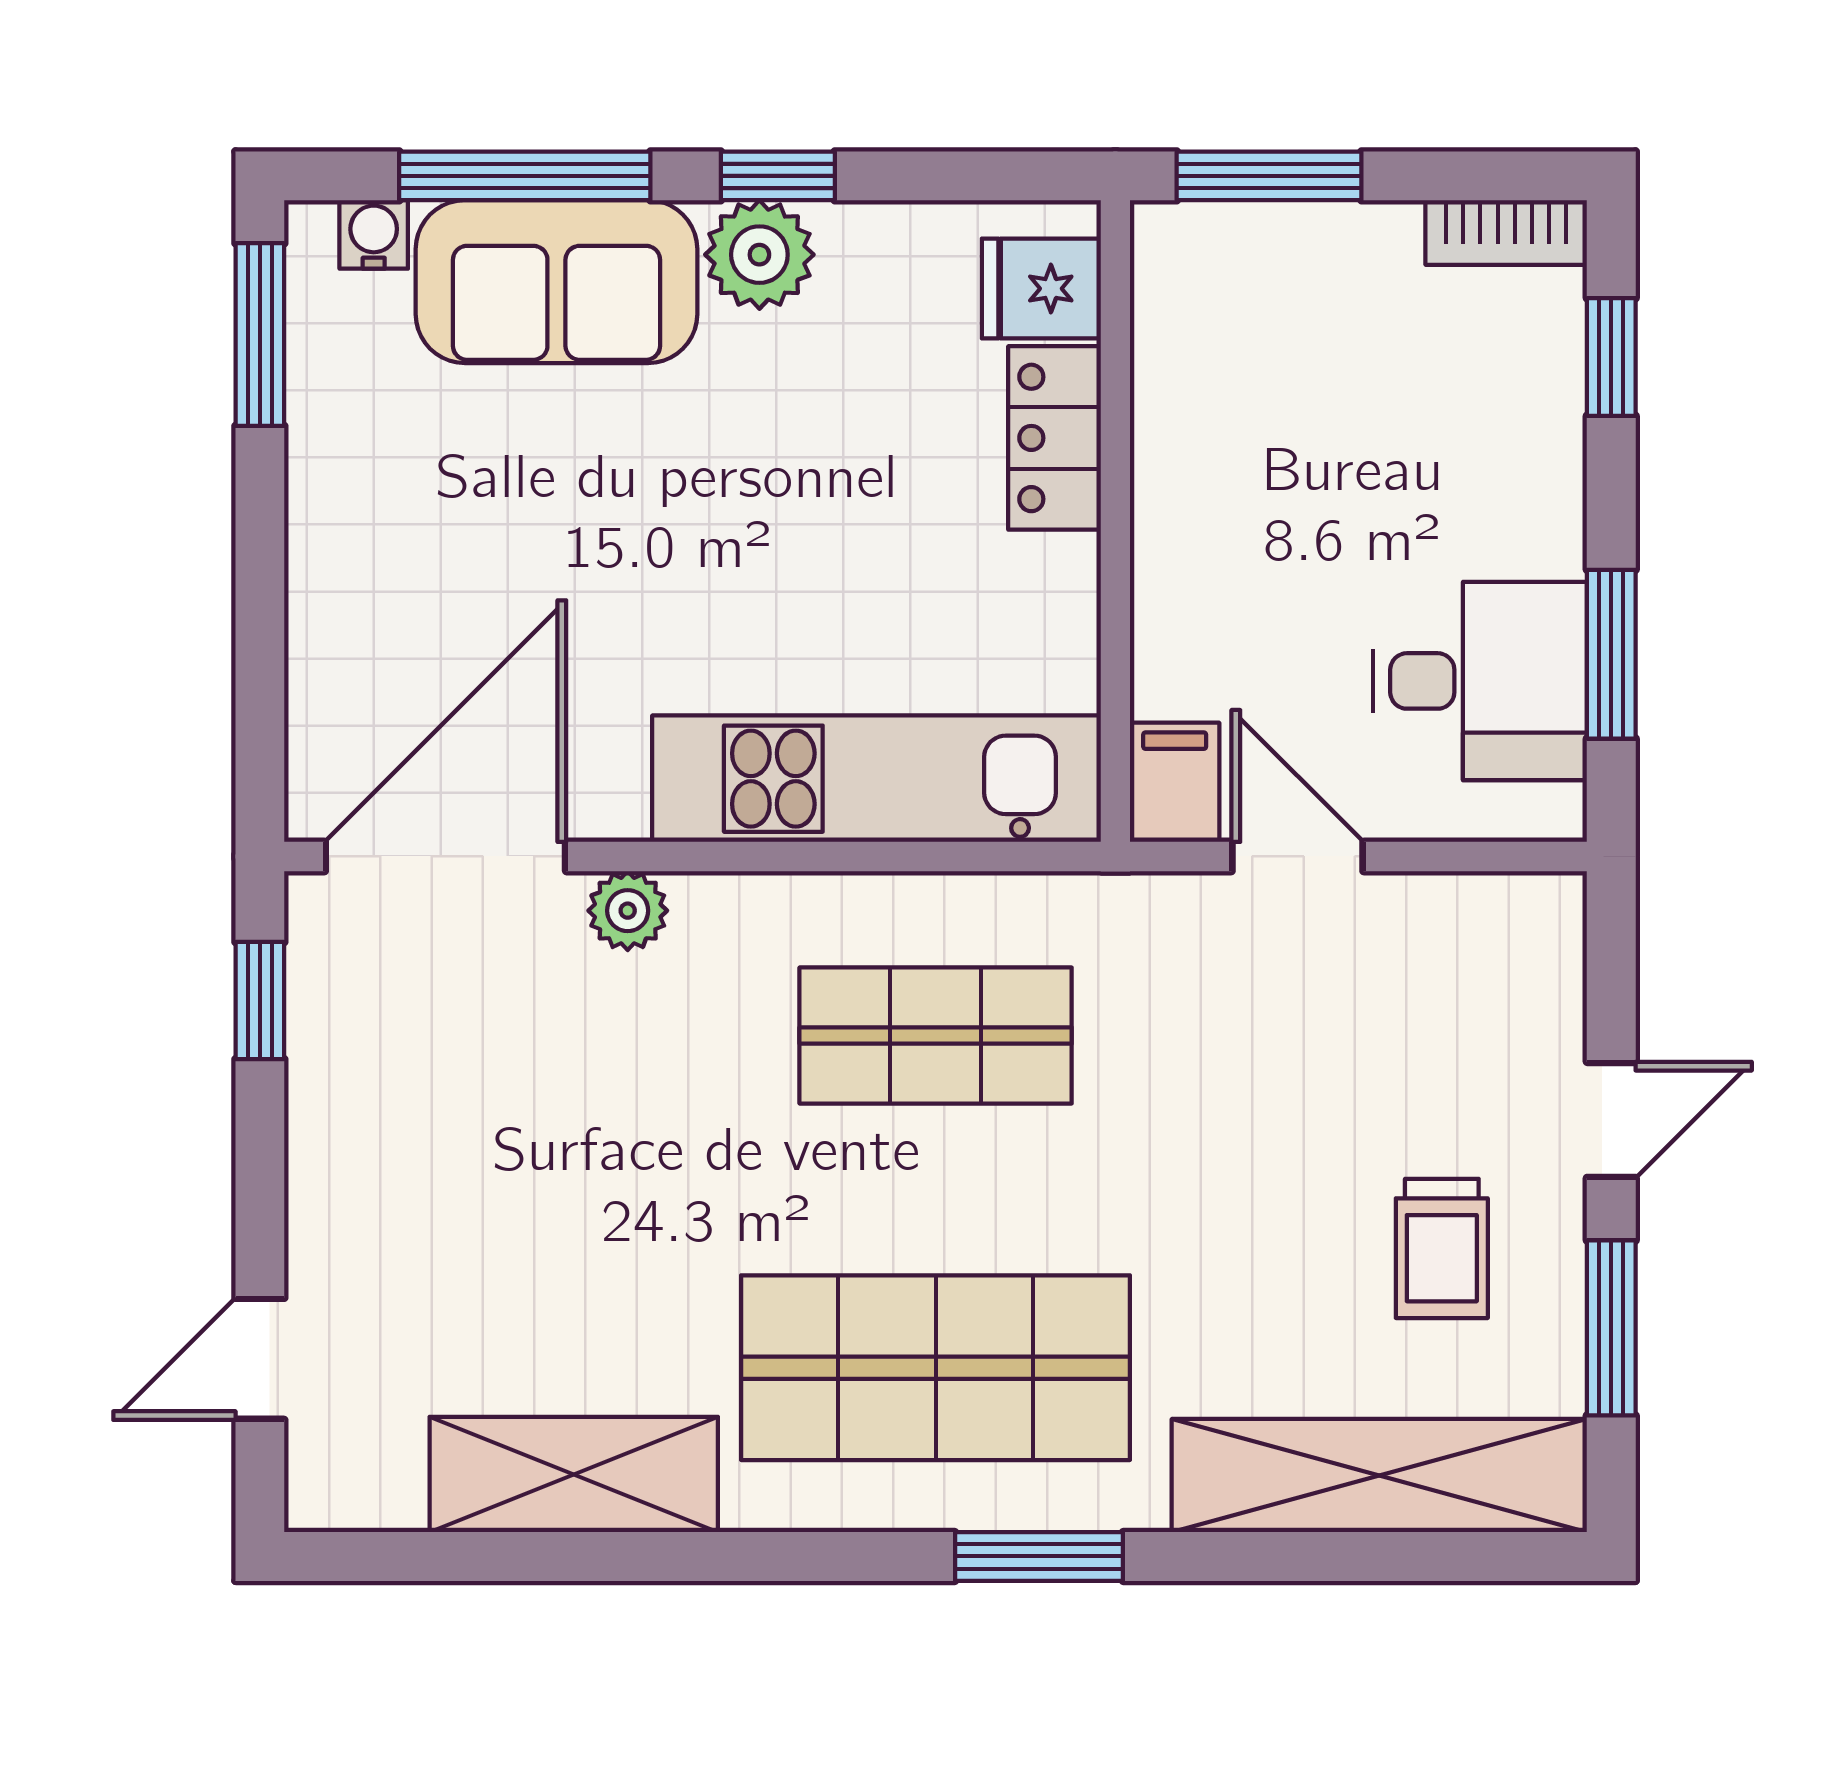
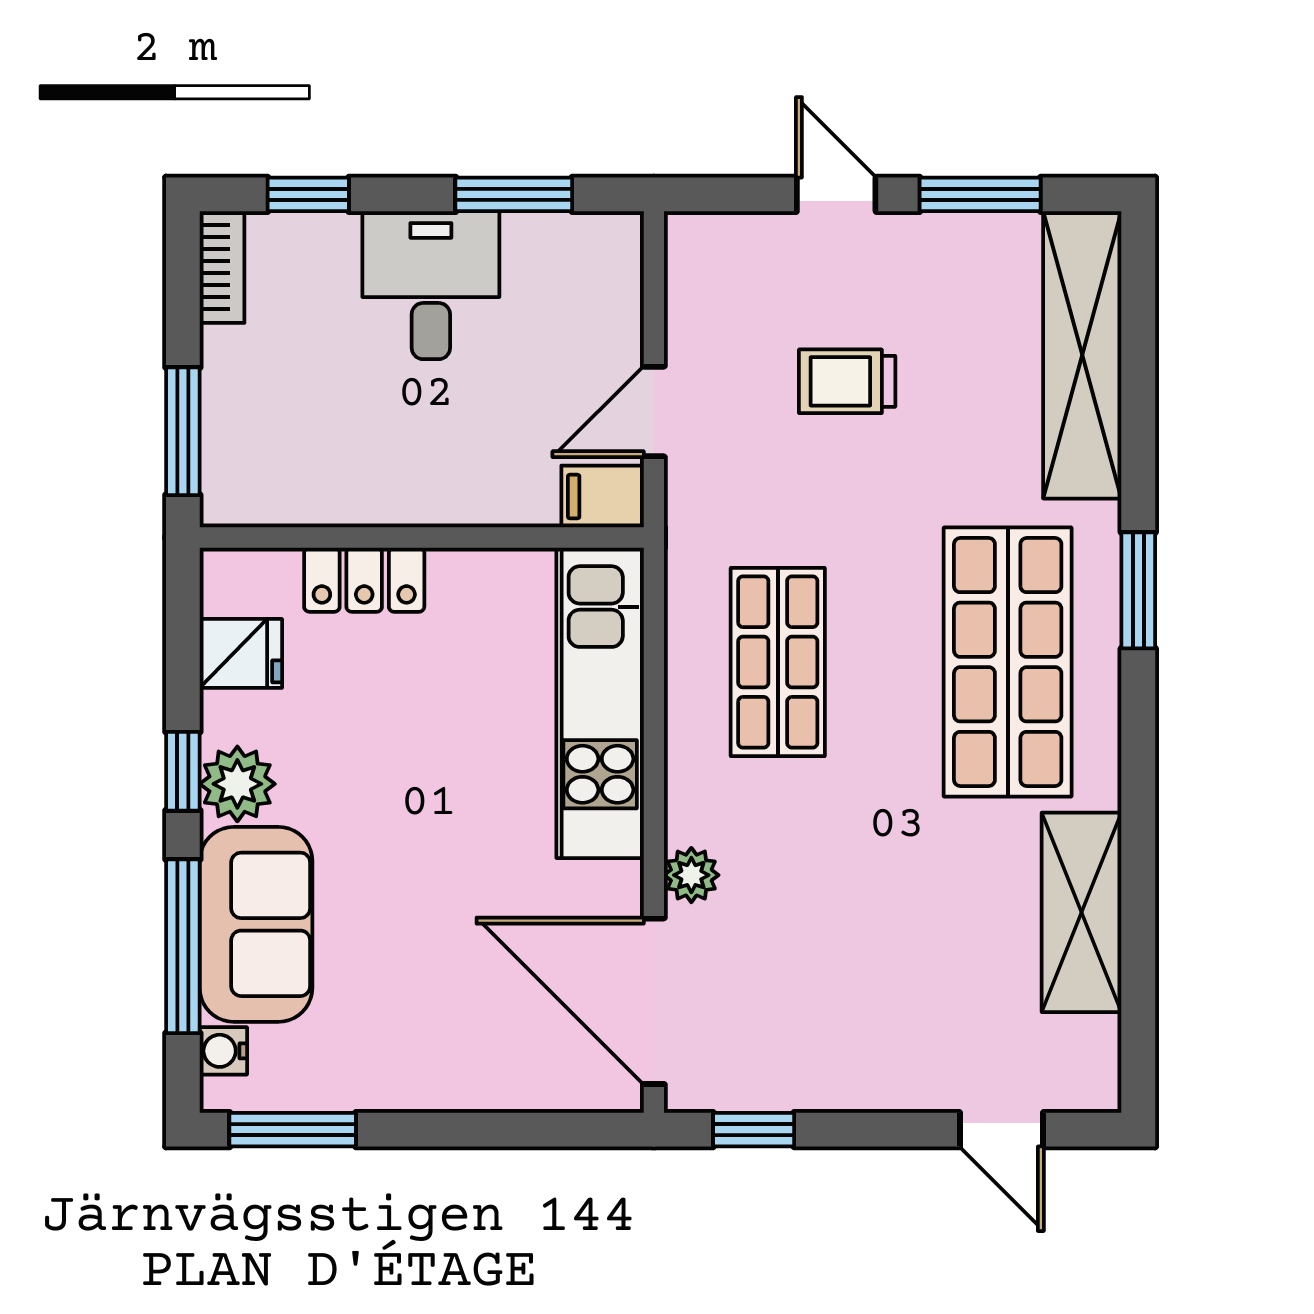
fridge: (1041, 289) -> (241, 653), moved, turned -90
desk: (1480, 681) -> (431, 285), moved
trolley: (1442, 1248) -> (847, 381), moved, turned 180

